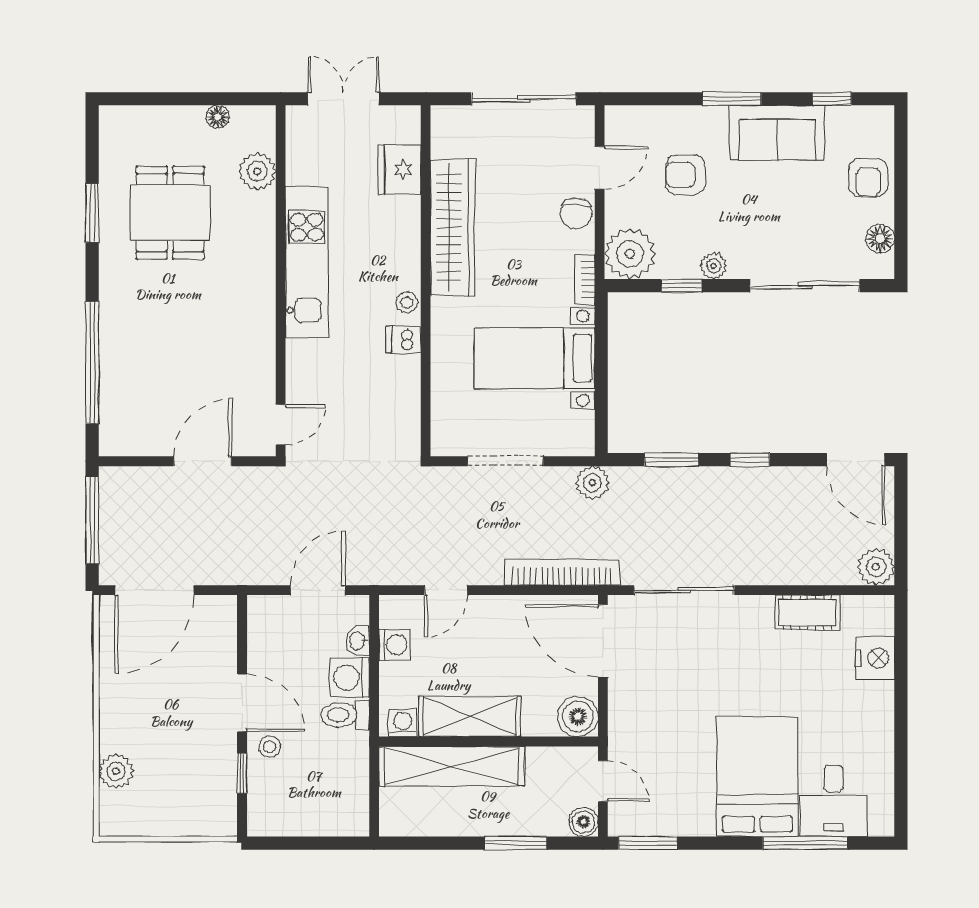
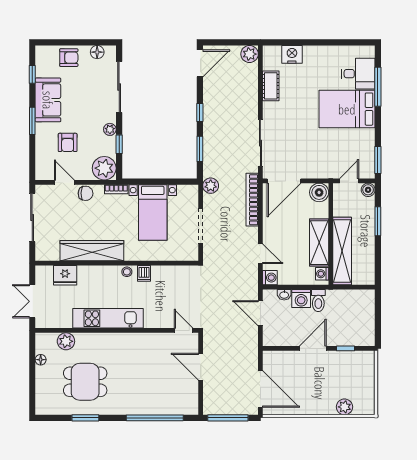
washing machine: (394, 645) -> (270, 278), moved, turned 90
stool: (269, 747) -> (333, 336), removed

